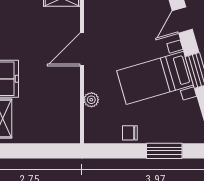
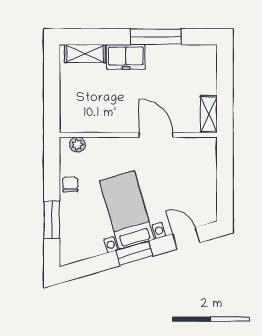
plant: (91, 100) -> (77, 145), moved

